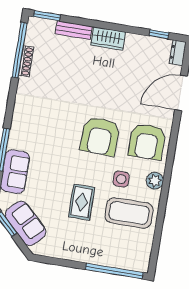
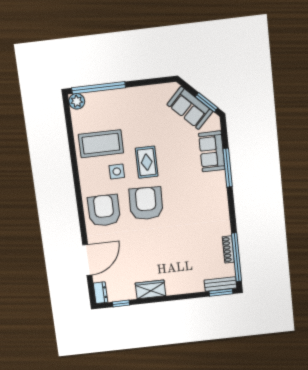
bench: (74, 30) -> (220, 284), moved
wardrobe: (108, 39) -> (150, 289), moved
plant: (155, 181) -> (77, 101), moved
rug: (82, 202) -> (147, 162), moved

